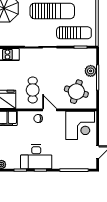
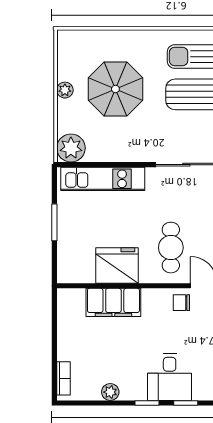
desk: (36, 157) -> (170, 377), width x0.73

